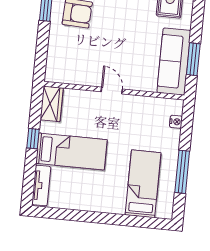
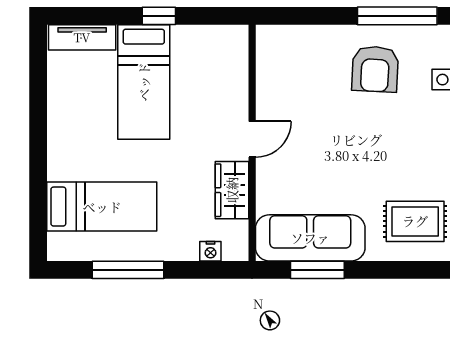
wardrobe: (52, 104) -> (232, 190), moved, turned 90

